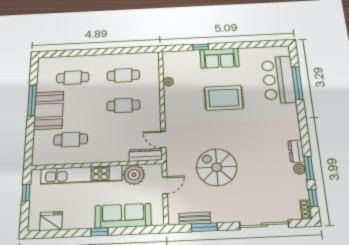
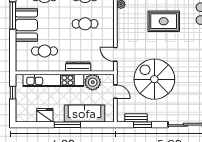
dresser: (146, 155) -> (78, 67), moved
spiral stairs: (217, 167) -> (154, 79), width x1.37, depth x1.37
door: (165, 185) -> (115, 92), hinge flipped
fridge: (51, 221) -> (45, 115), moved
window: (99, 232) -> (67, 125), width x2.17

